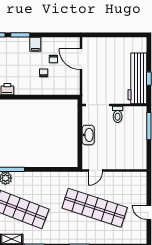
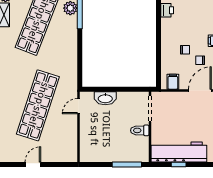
filing cabinet: (73, 84) -> (173, 82), added
washbasin: (88, 135) -> (105, 98), moved
door: (95, 171) -> (79, 106), hinge flipped

